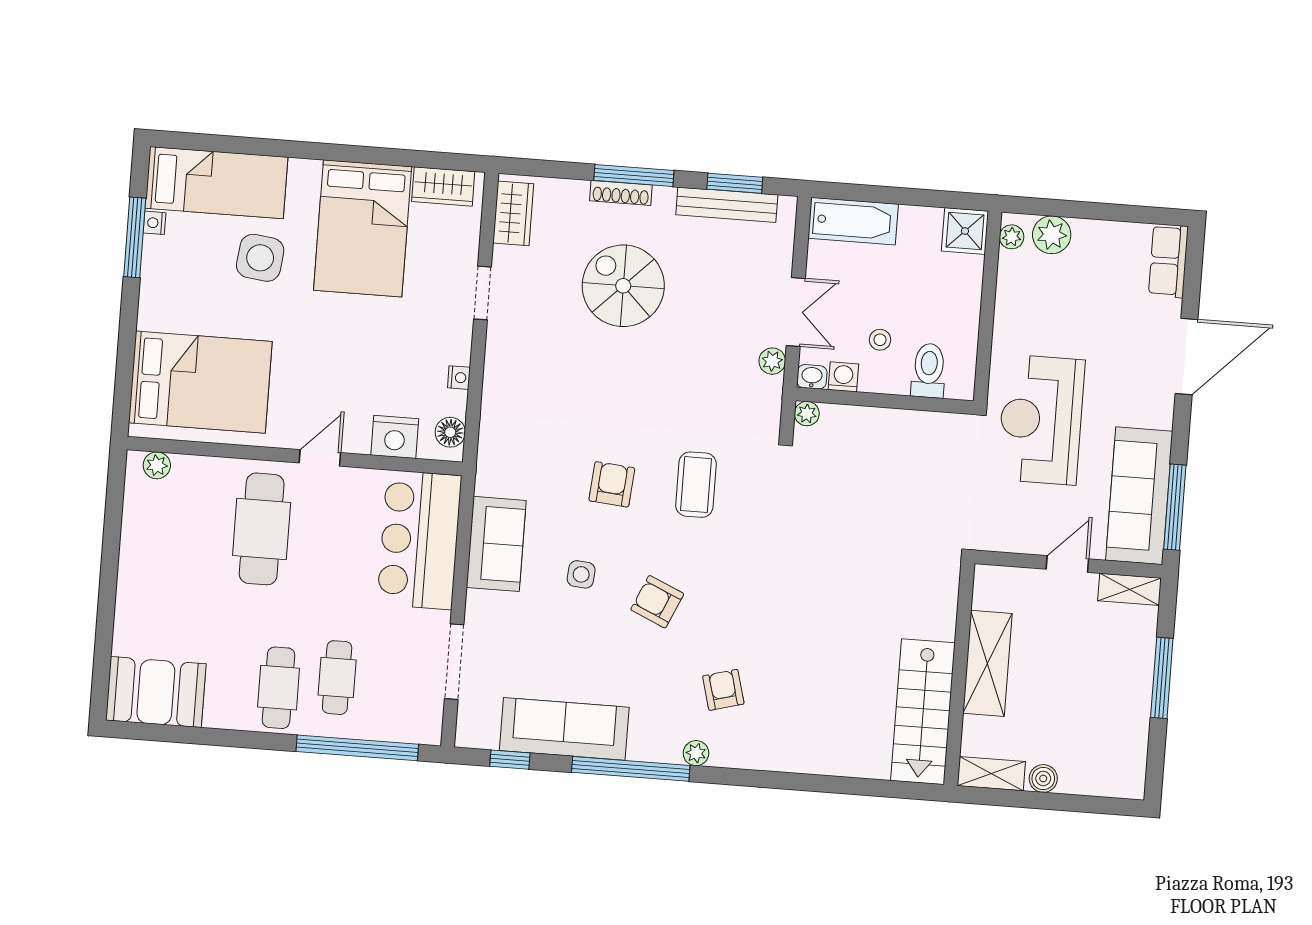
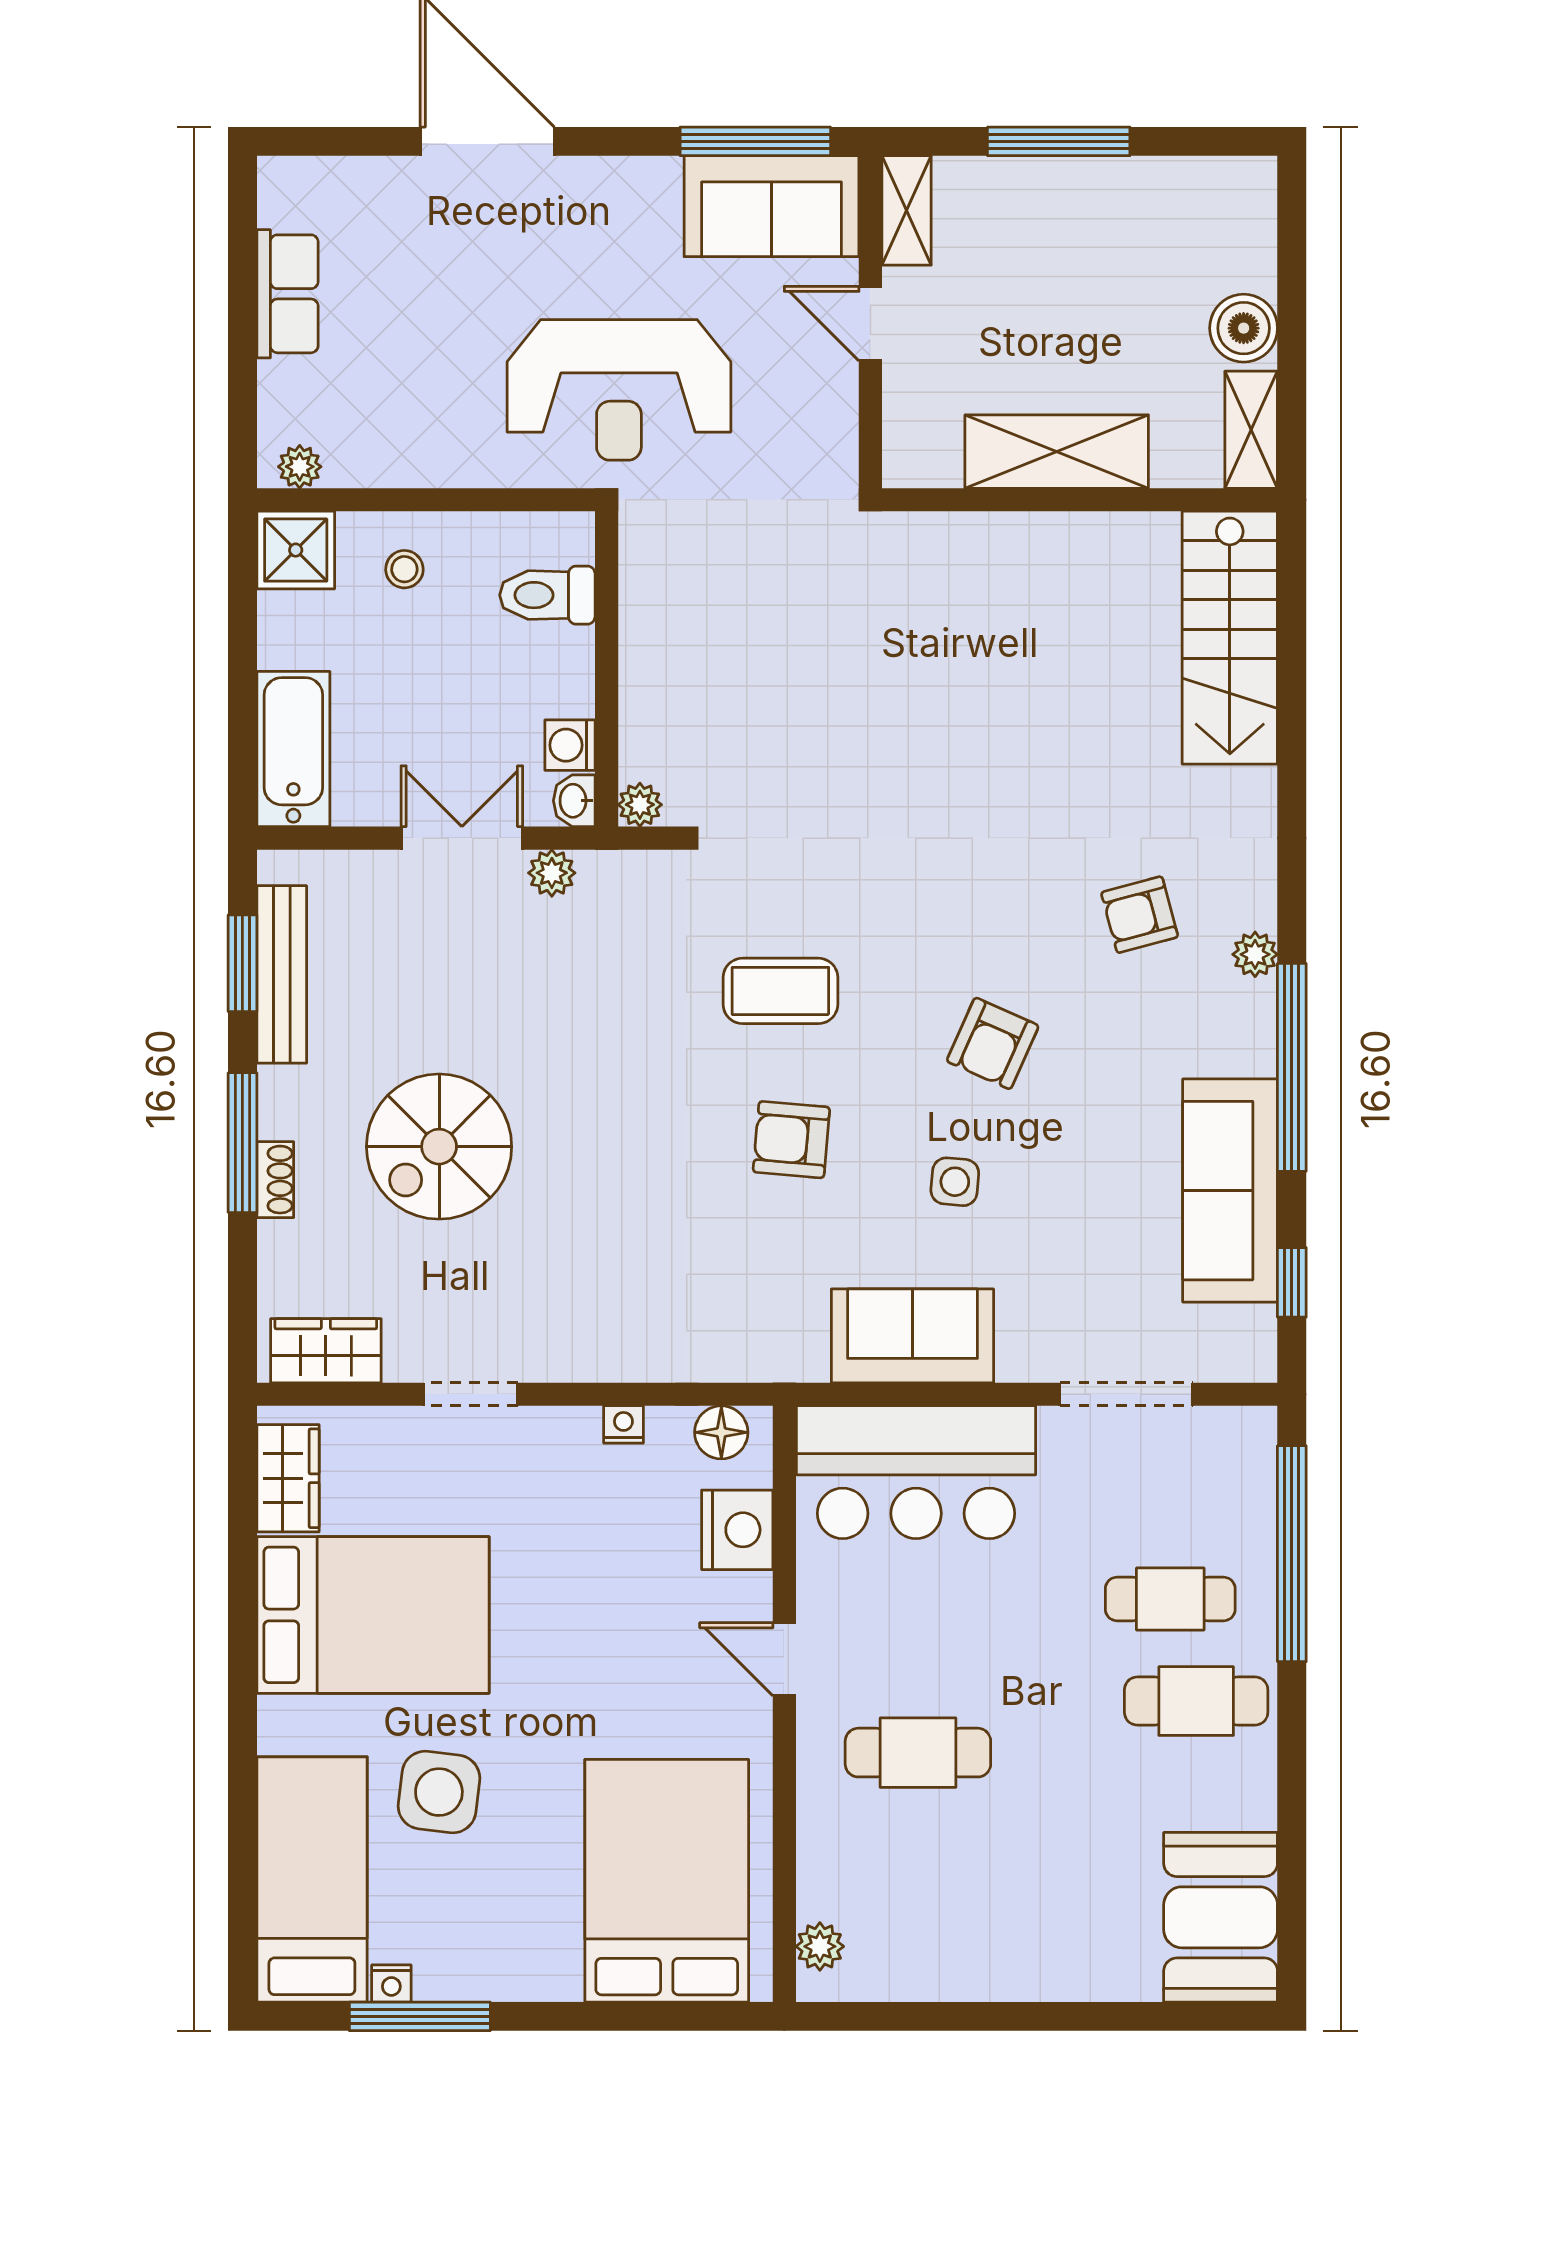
shoe rack: (621, 193) -> (275, 1180), width x0.70
plant: (1052, 235) -> (291, 396), removed
row of seats: (1168, 261) -> (287, 294), moved, turned -90
stool: (880, 340) -> (404, 569), moved
sofa: (1139, 496) -> (771, 206), width x0.73
cafe table: (262, 529) -> (918, 1753), width x0.73, depth x0.74
stairs: (923, 712) -> (1230, 638), moved, turned 90
boiler: (1043, 778) -> (1244, 328), width x1.36, depth x1.36

